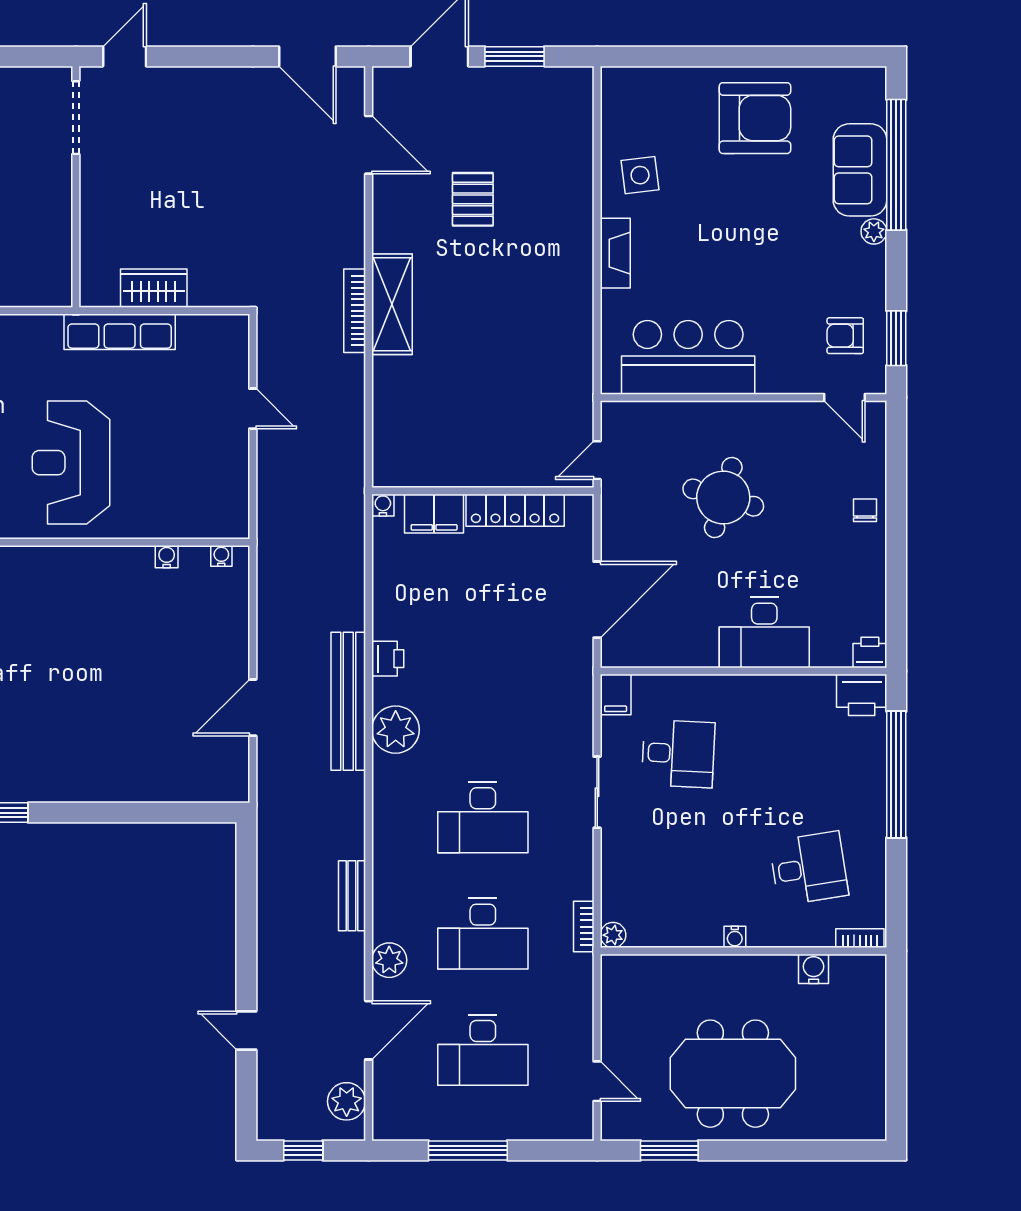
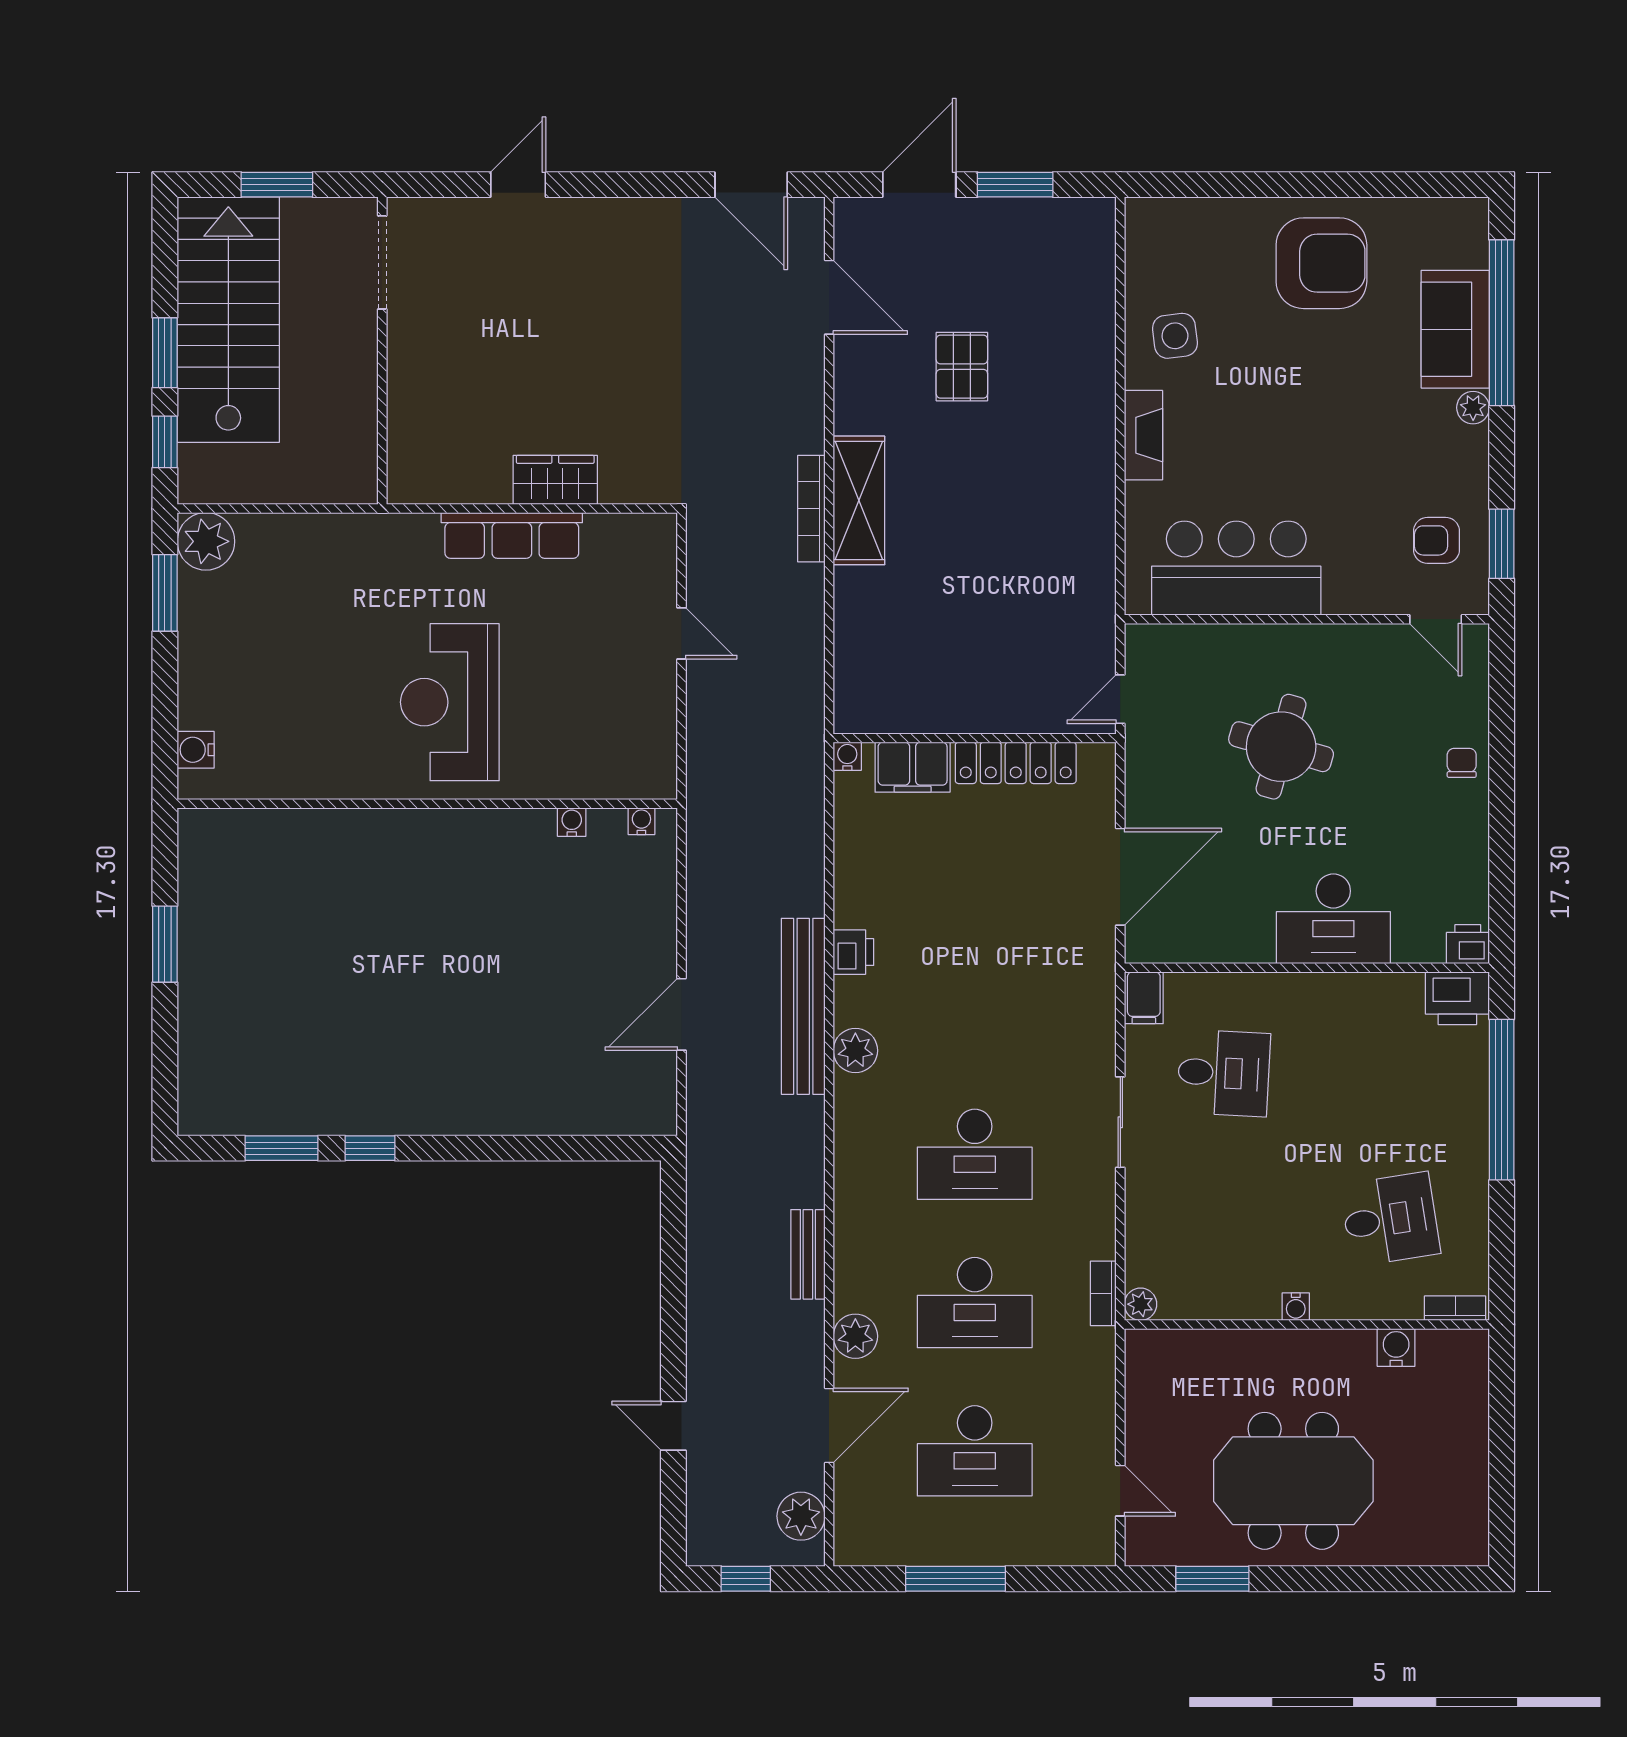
doorway: (76, 118) -> (382, 262), moved
wall: (76, 187) -> (382, 351), moved
plant: (396, 730) -> (855, 1051), width x0.73, depth x0.73

